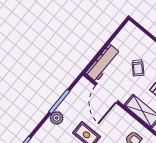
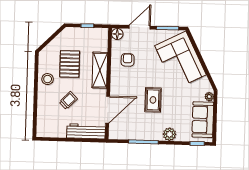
plant: (57, 118) -> (169, 134), moved

